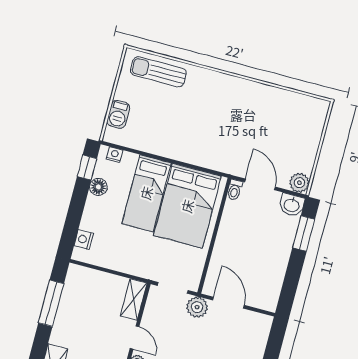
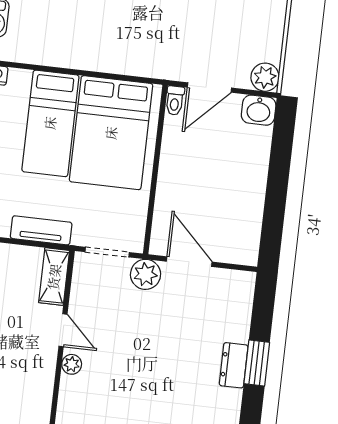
door: (260, 184) -> (209, 88), swing flipped
window: (304, 233) -> (282, 148), removed
tv unit: (129, 266) -> (41, 230), added

